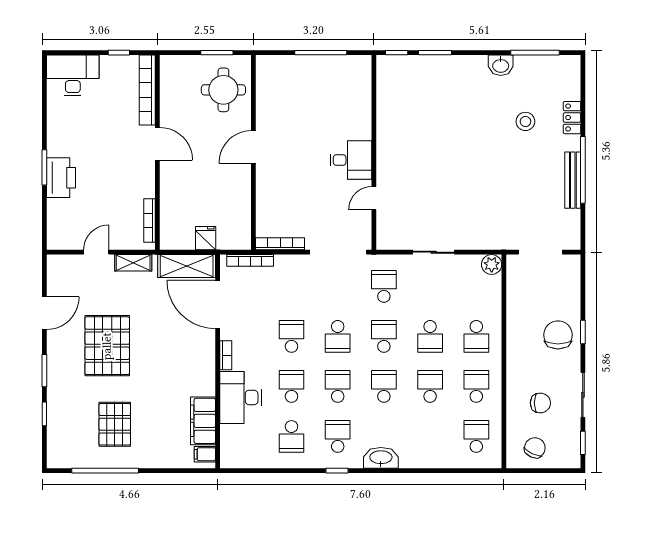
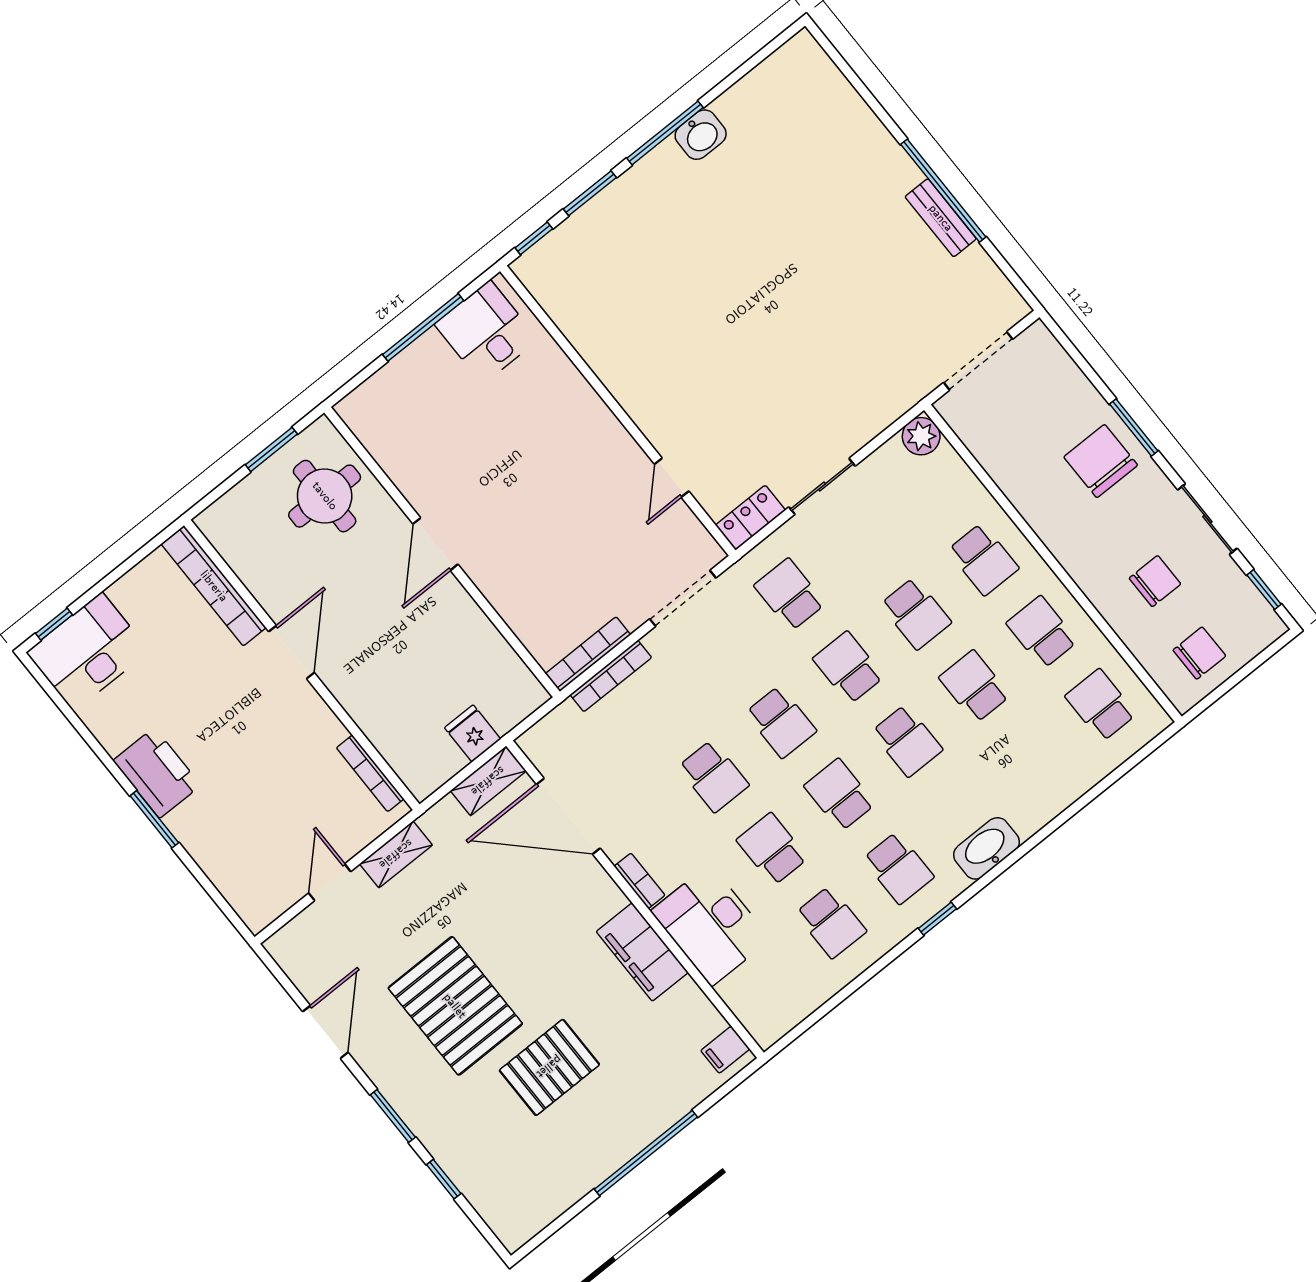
window: (119, 53) -> (54, 624), moved
window: (535, 53) -> (665, 133), moved
locker: (572, 118) -> (751, 518), moved, turned 90
stool: (525, 121) -> (803, 188), removed
door: (157, 144) -> (291, 652), hinge flipped
desk: (351, 160) -> (486, 332), moved, turned -90
printer: (61, 178) -> (157, 773), moved
bench: (573, 180) -> (941, 218), width x0.73
doorway: (338, 252) -> (683, 598), width x0.73
bookcase: (250, 260) -> (611, 676), moved
shelving: (187, 266) -> (488, 781), width x0.67, depth x0.75
window: (583, 332) -> (1134, 427), width x1.50
school desk: (291, 336) -> (713, 776), turned 180
school desk: (384, 386) -> (907, 741), turned 180
filing cabinet: (203, 421) -> (642, 952), moved
pallet: (115, 424) -> (549, 1067), moved, turned 90
school desk: (338, 436) -> (898, 868), turned 180
chair: (535, 448) -> (1199, 653), turned 65
window: (105, 471) -> (646, 1153), moved

